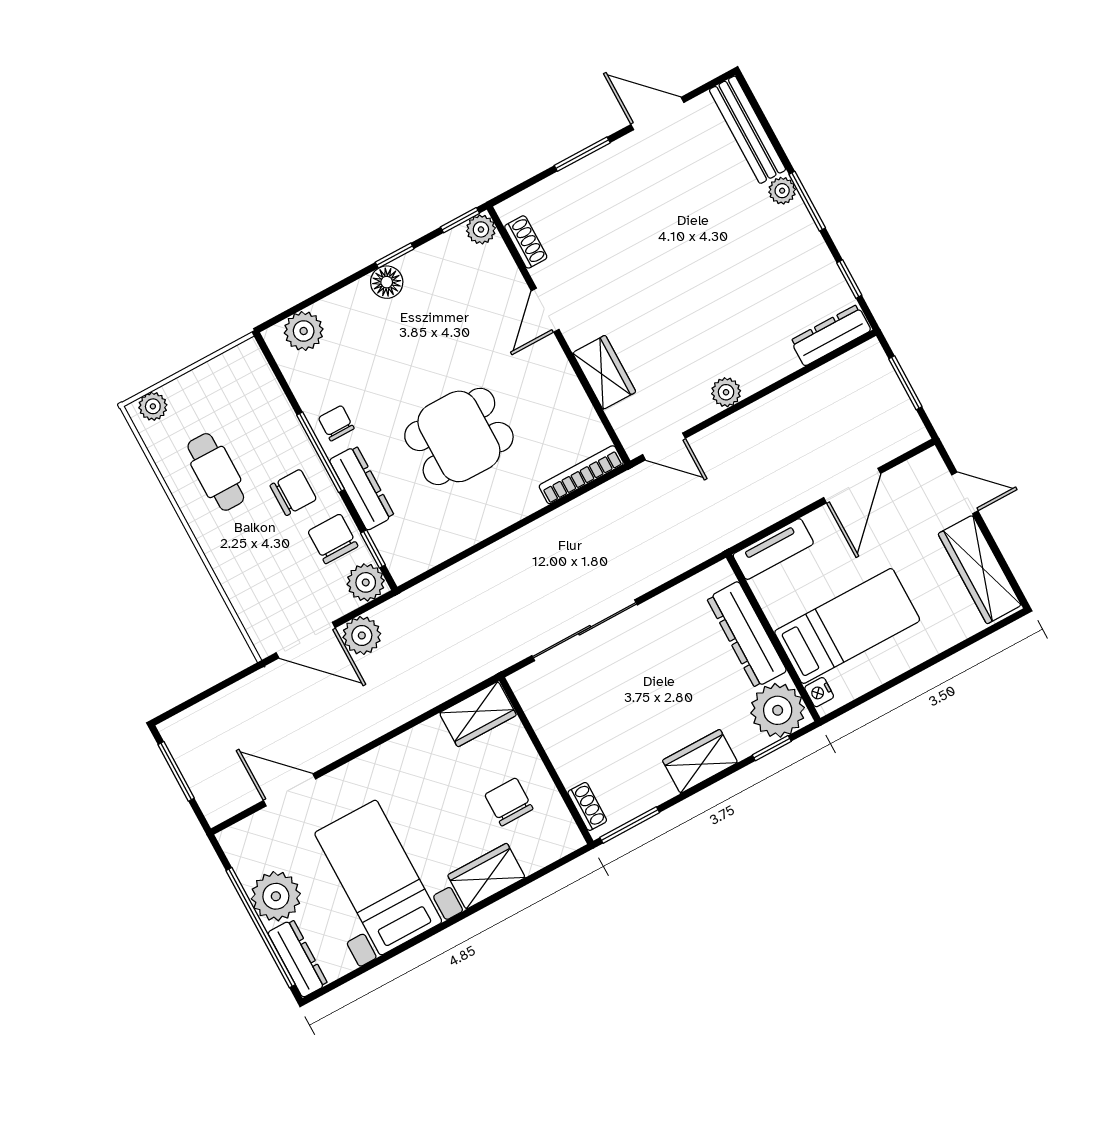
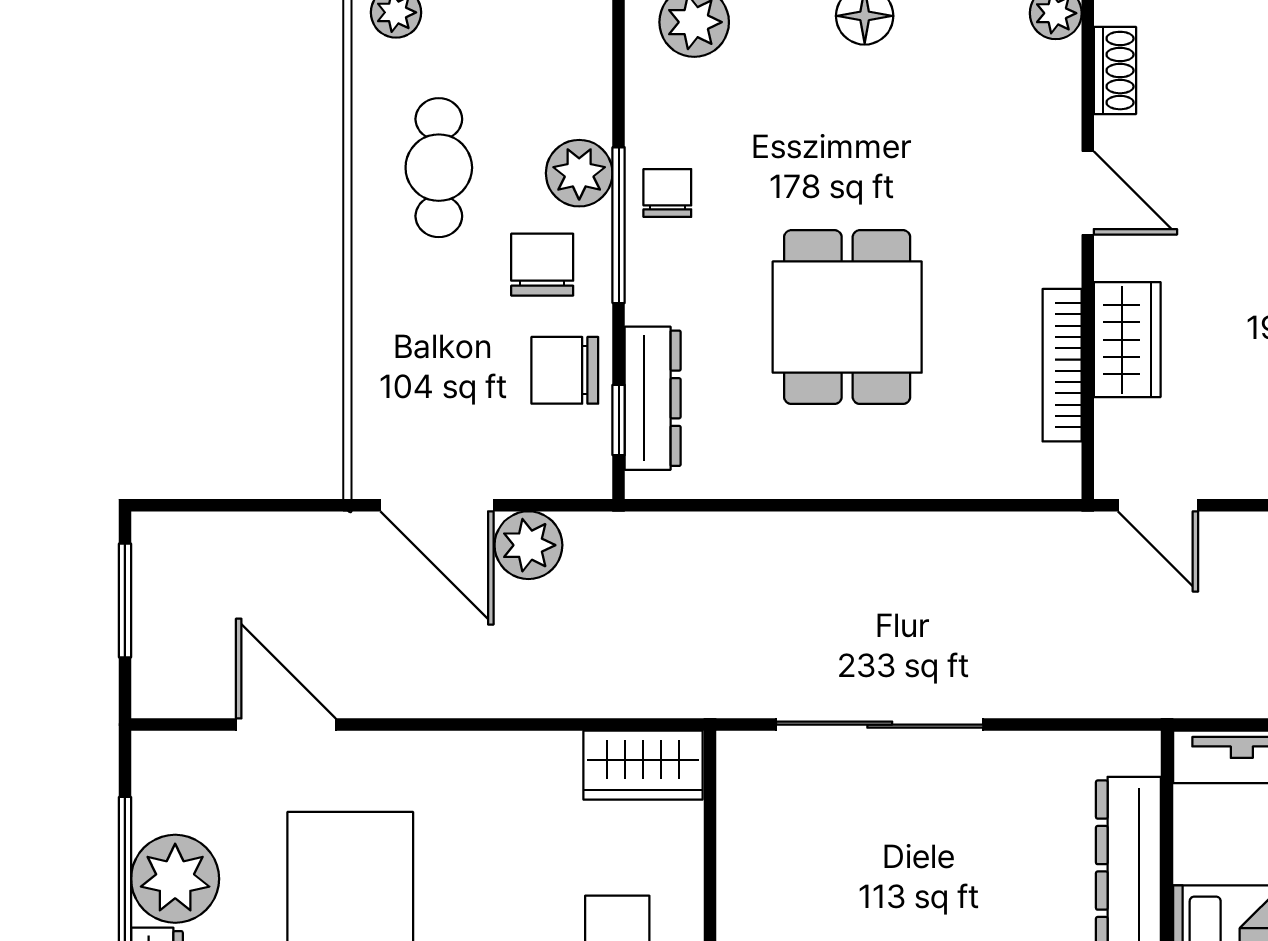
door: (545, 310) -> (1088, 193), swing flipped
dining table: (459, 436) -> (847, 317), turned 90
bookcase: (581, 475) -> (1062, 365), moved, turned -90
dresser: (362, 488) -> (653, 398), moved
chair: (293, 492) -> (542, 265), turned -90
chair: (333, 539) -> (565, 370), turned -90
plant: (366, 582) -> (579, 173), moved

